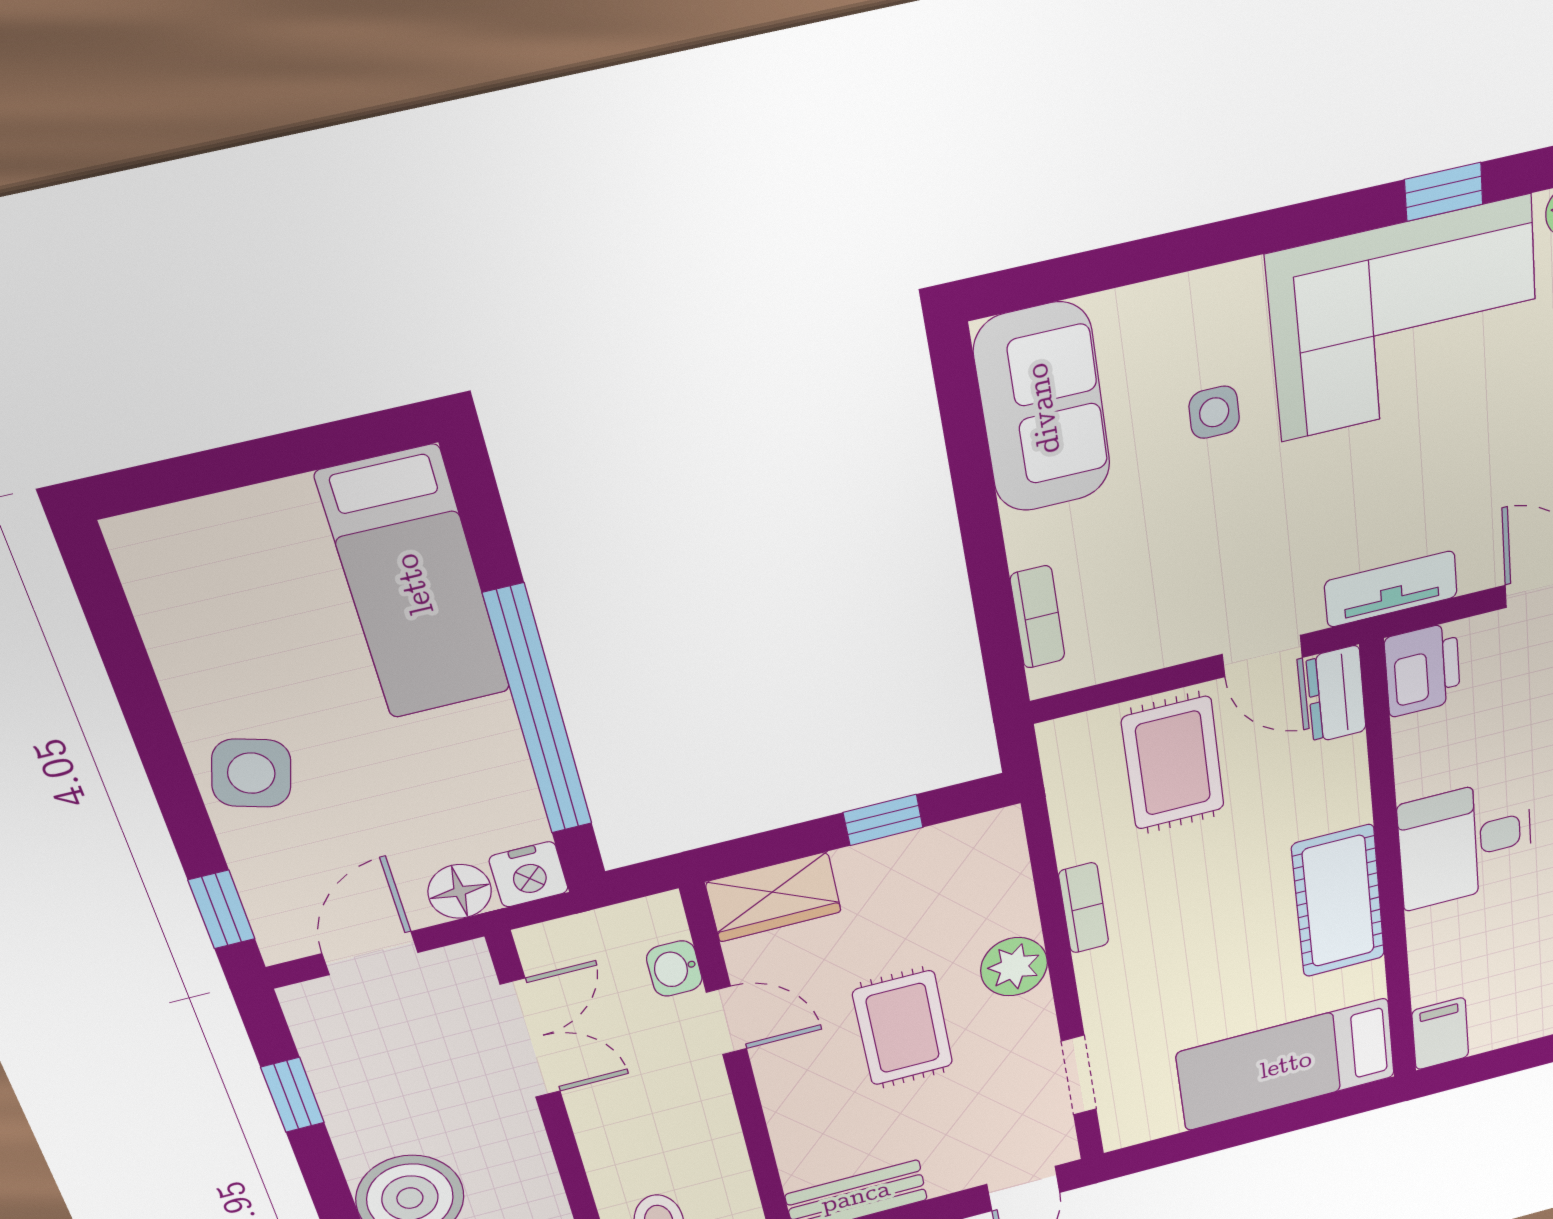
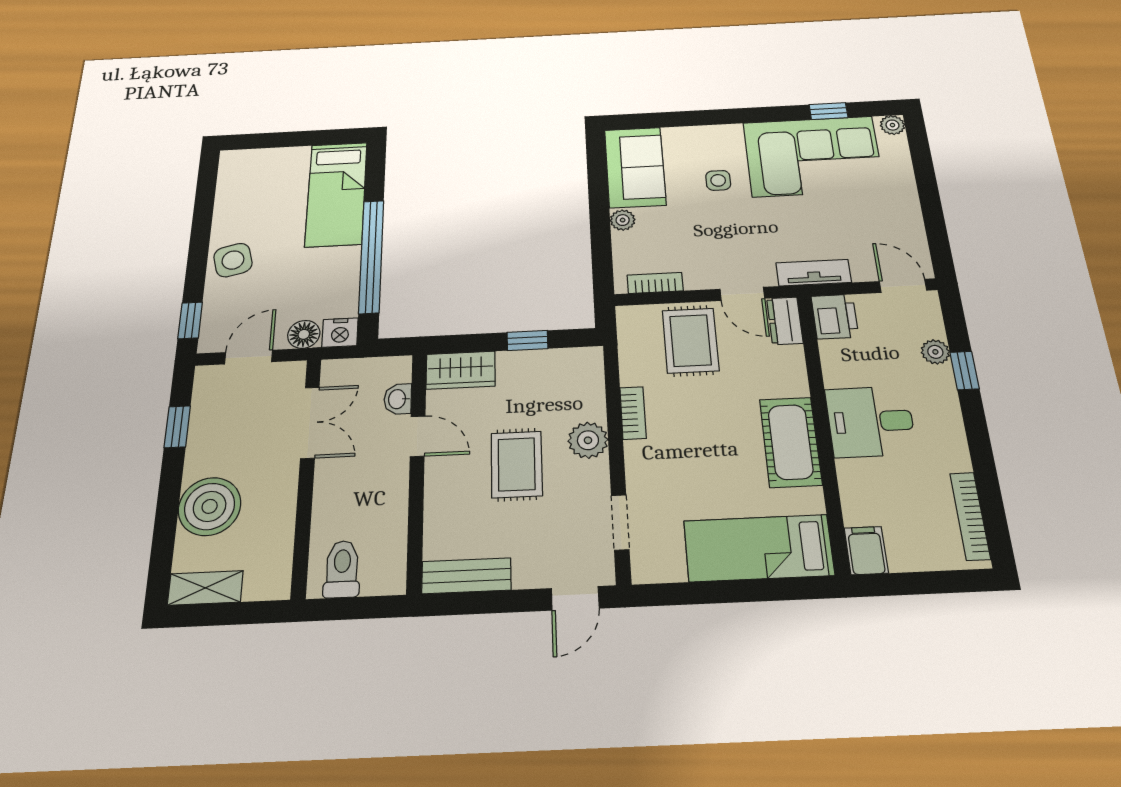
plant: (1029, 540) -> (623, 220), added
bookcase: (1038, 617) -> (655, 283), moved, turned -90
side table: (251, 773) -> (233, 260), turned -31

